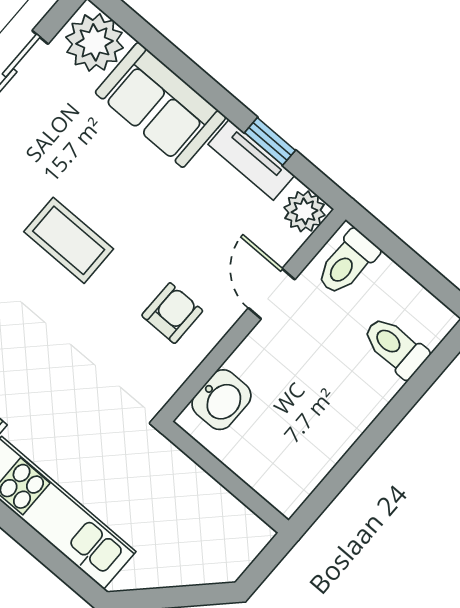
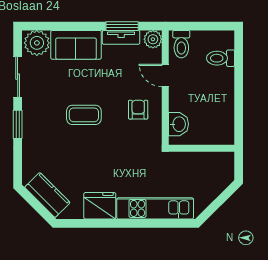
window: (270, 141) -> (122, 26), width x1.50

